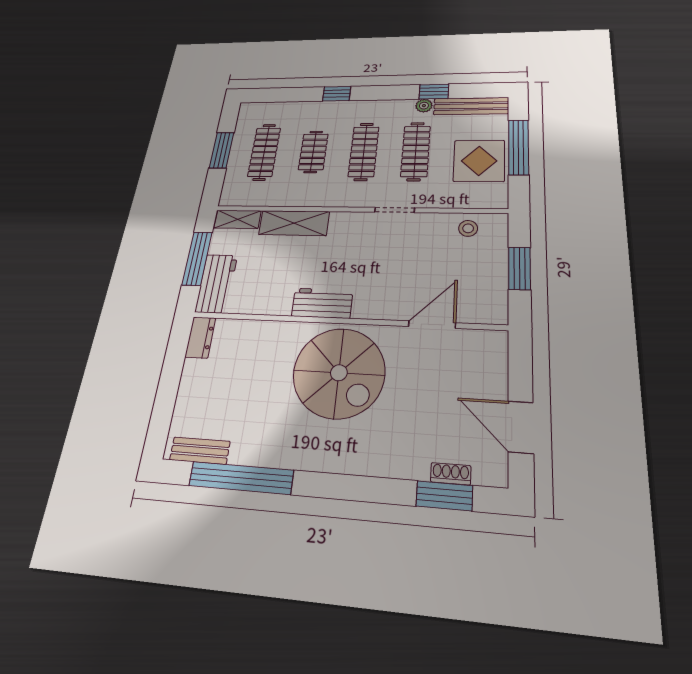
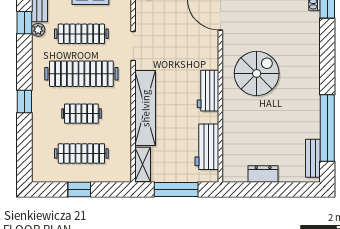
window: (222, 150) -> (79, 190), width x0.67
clothes rail: (364, 152) -> (81, 74), width x1.37, depth x1.31
shelving: (294, 223) -> (145, 108), width x1.47
workbench: (216, 283) -> (207, 147), moved, turned -90
dresser: (200, 337) -> (263, 174), moved
spiral stairs: (339, 373) -> (257, 73), width x0.73, depth x0.73

